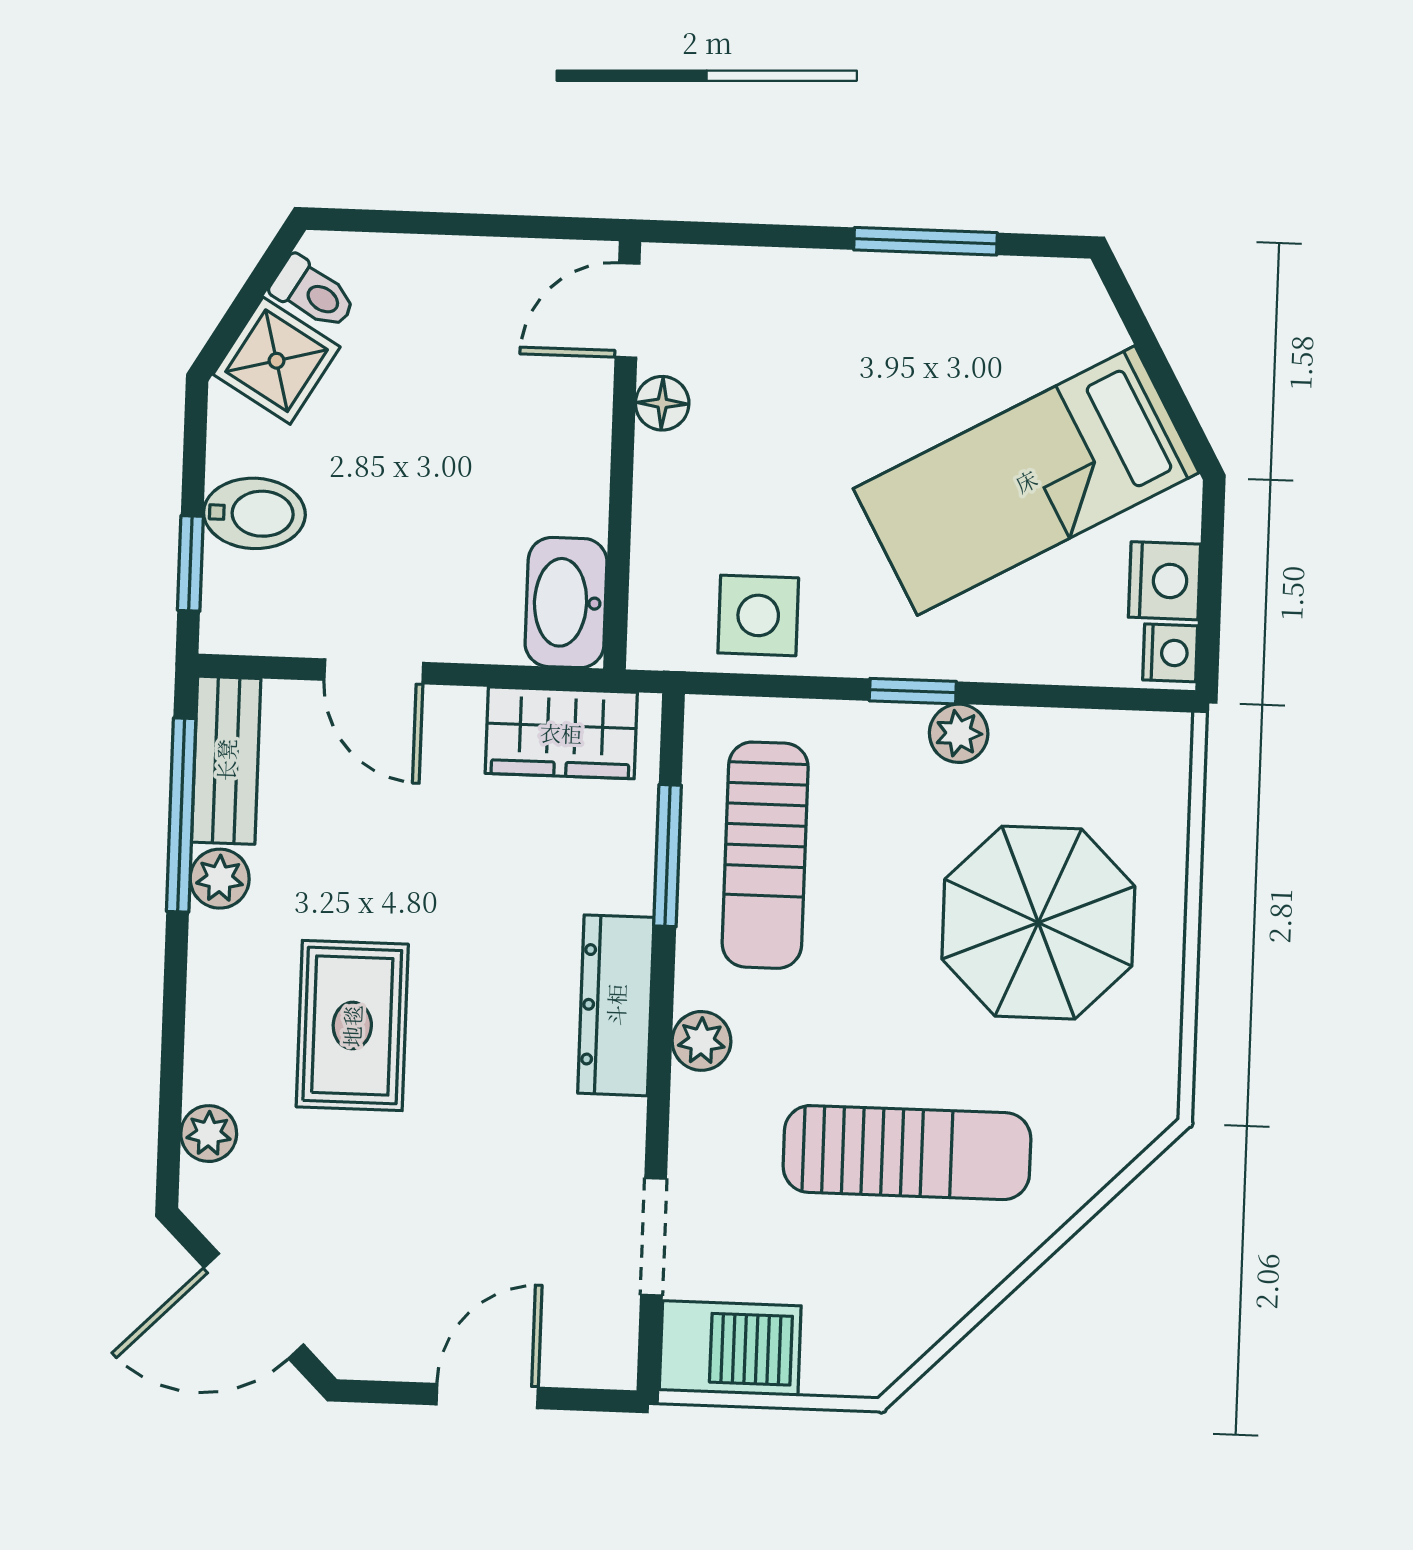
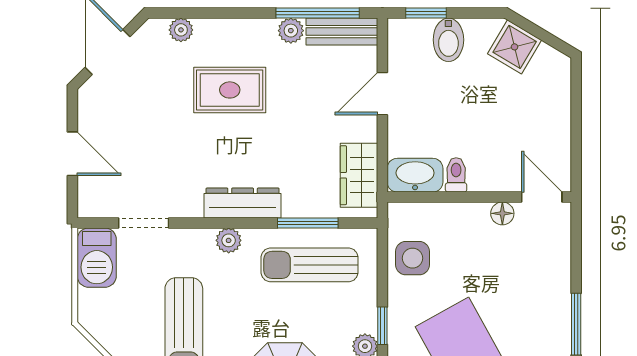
toilet: (313, 293) -> (456, 175), moved, turned 149

